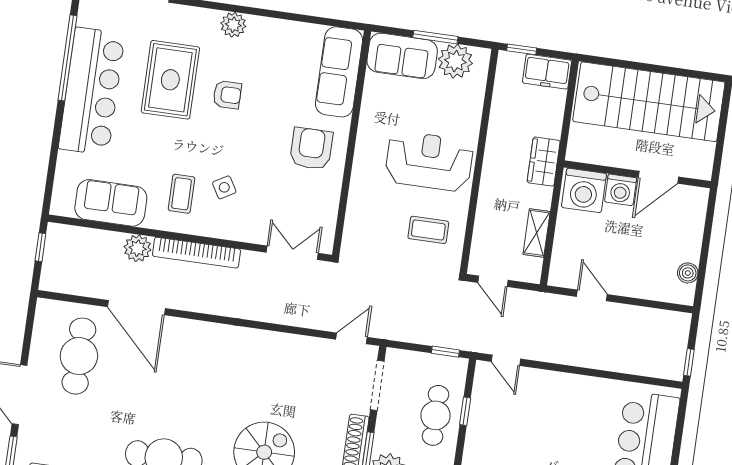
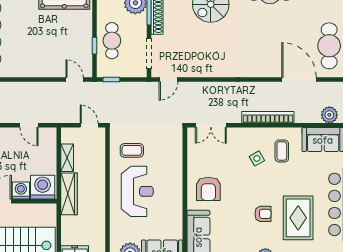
armchair: (227, 95) -> (263, 214), turned 180
reception desk: (429, 161) -> (137, 191), turned -90
wardrobe: (544, 162) -> (69, 194), width x1.50
plant: (138, 248) -> (329, 115), moved

